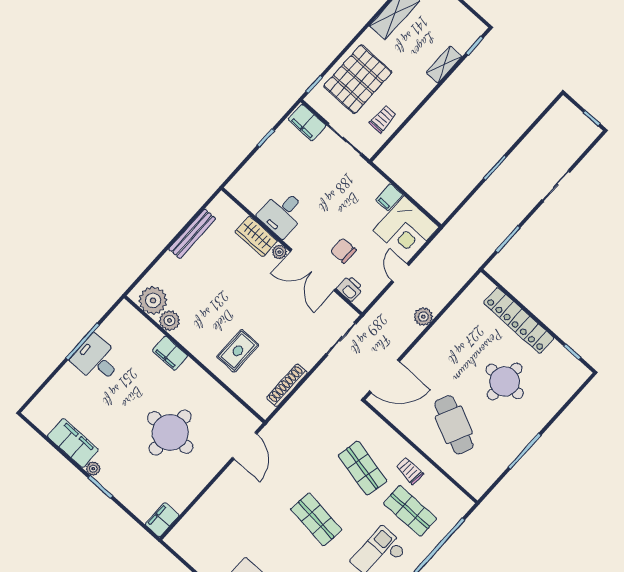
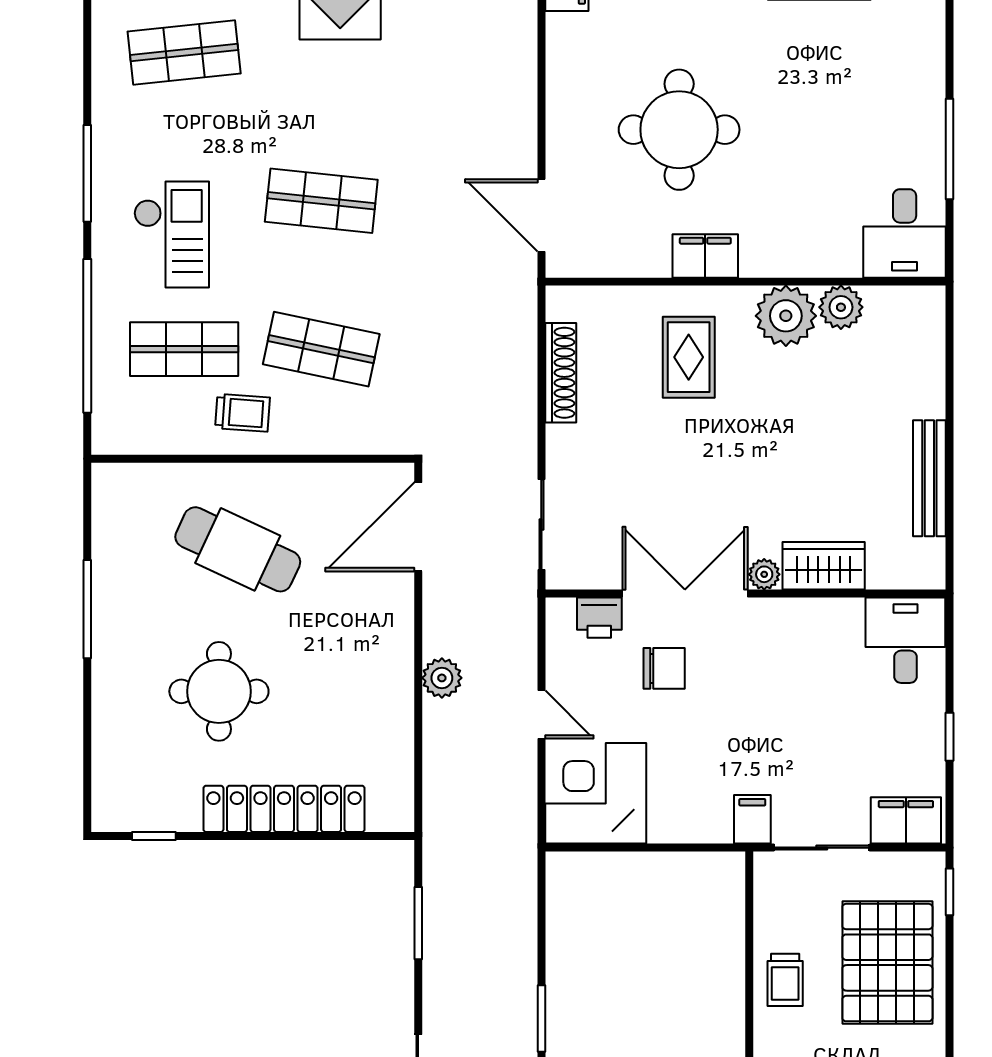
trolley: (383, 119) -> (785, 980), moved
filing cabinet: (389, 197) -> (752, 819), moved
desk: (282, 213) -> (905, 640), moved
plant: (153, 300) -> (786, 316), moved
filing cabinet: (170, 353) -> (705, 256), moved
desk: (97, 360) -> (905, 233), moved, turned 90

